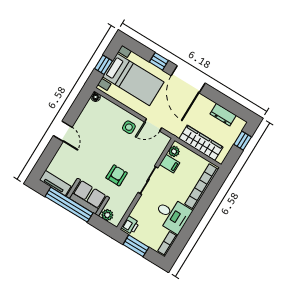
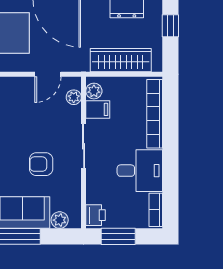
side table: (129, 127) -> (20, 95), removed
plant: (160, 148) -> (74, 97), added
armchair: (117, 175) -> (41, 164), turned -90

